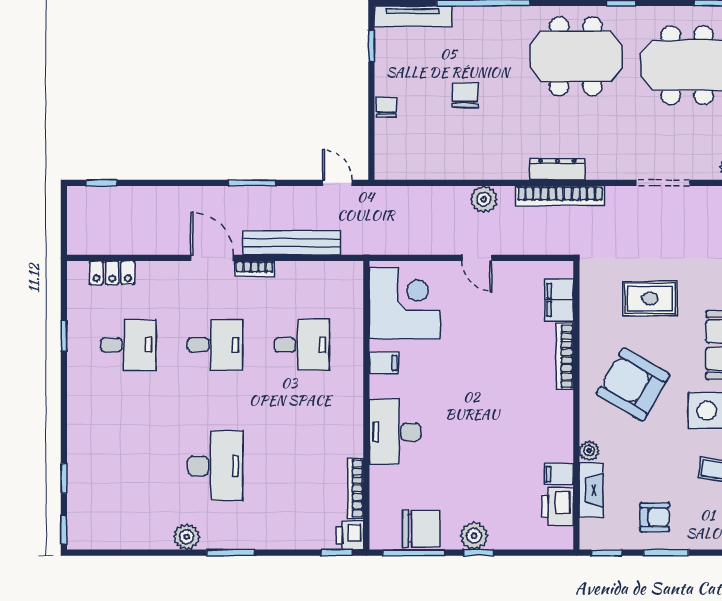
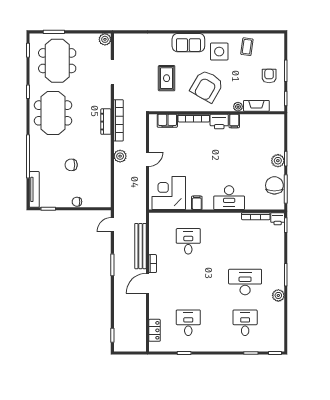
desk: (215, 345) -> (245, 323), moved
filing cabinet: (559, 474) -> (234, 121), moved
printer: (557, 506) -> (219, 122), moved

